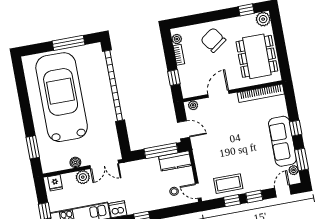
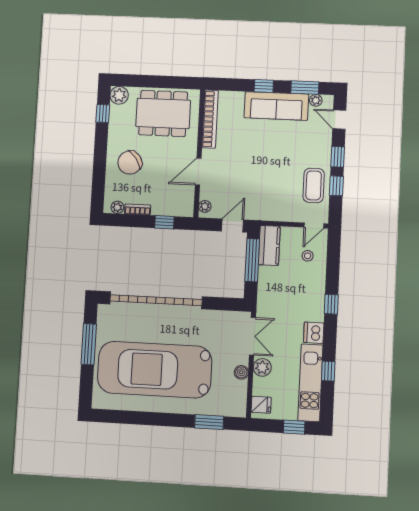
door: (218, 94) -> (198, 172), hinge flipped

